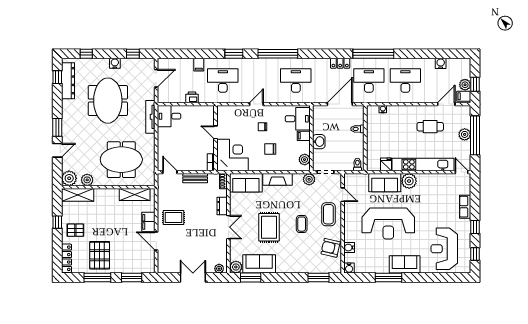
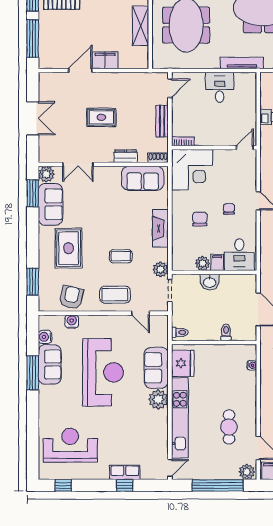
desk: (169, 116) -> (220, 87), moved
door: (215, 132) -> (245, 148), moved
plant: (465, 134) -> (247, 472), moved
plant: (305, 160) -> (203, 263), moved
fridge: (386, 164) -> (183, 363), width x1.88, depth x1.34
sofa: (246, 183) -> (143, 178), moved, turned -90
shelving: (135, 195) -> (141, 26), moved
door: (343, 195) -> (141, 313), hinge flipped
rug: (173, 218) -> (101, 117), moved, turned 90
reception desk: (388, 223) -> (103, 372), turned 180
coffee table: (302, 224) -> (121, 256), moved
double door: (228, 227) -> (78, 164), moved
rug: (269, 227) -> (69, 248), moved, turned 90
window: (475, 227) -> (125, 485), moved
sofa: (405, 264) -> (50, 364), moved
water cooler: (349, 268) -> (45, 337), moved
plant: (219, 269) -> (44, 152), removed
window: (132, 278) -> (33, 38), width x1.44

